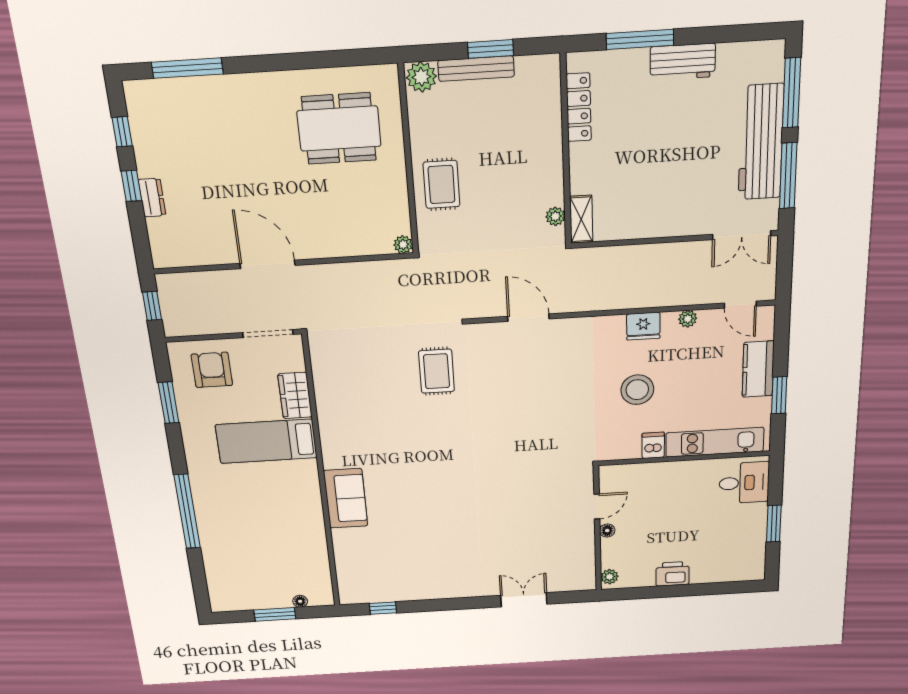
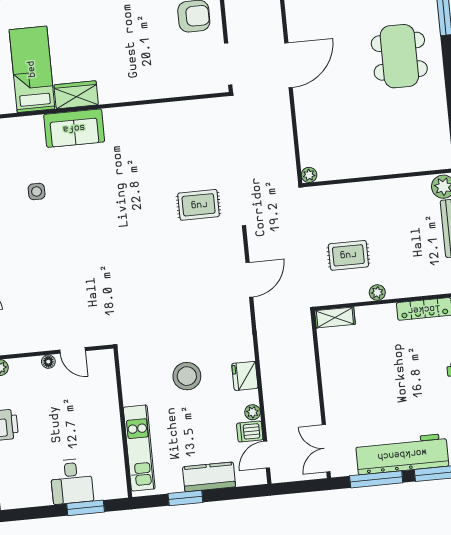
dining table: (339, 129) -> (399, 56), moved
rug: (442, 184) -> (348, 255), moved
plant: (555, 216) -> (377, 293), moved
wardrobe: (295, 395) -> (76, 95), moved
bed: (266, 441) -> (32, 69), moved
dishwasher: (653, 445) -> (250, 432), moved, turned 180
desk: (744, 483) -> (72, 481), moved
window: (774, 524) -> (86, 508), moved
side table: (417, 537) -> (37, 192), added

